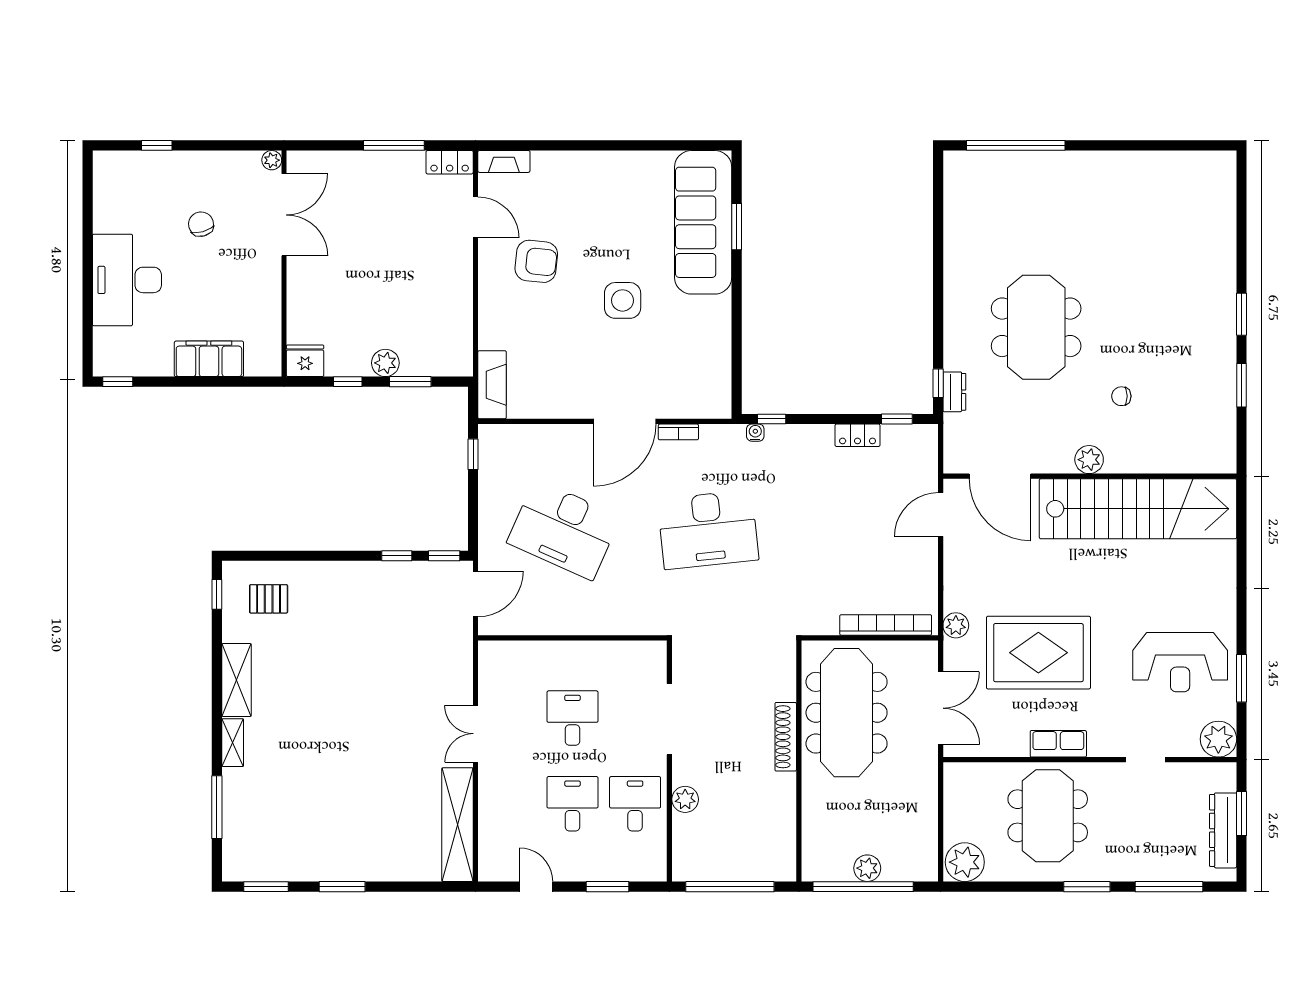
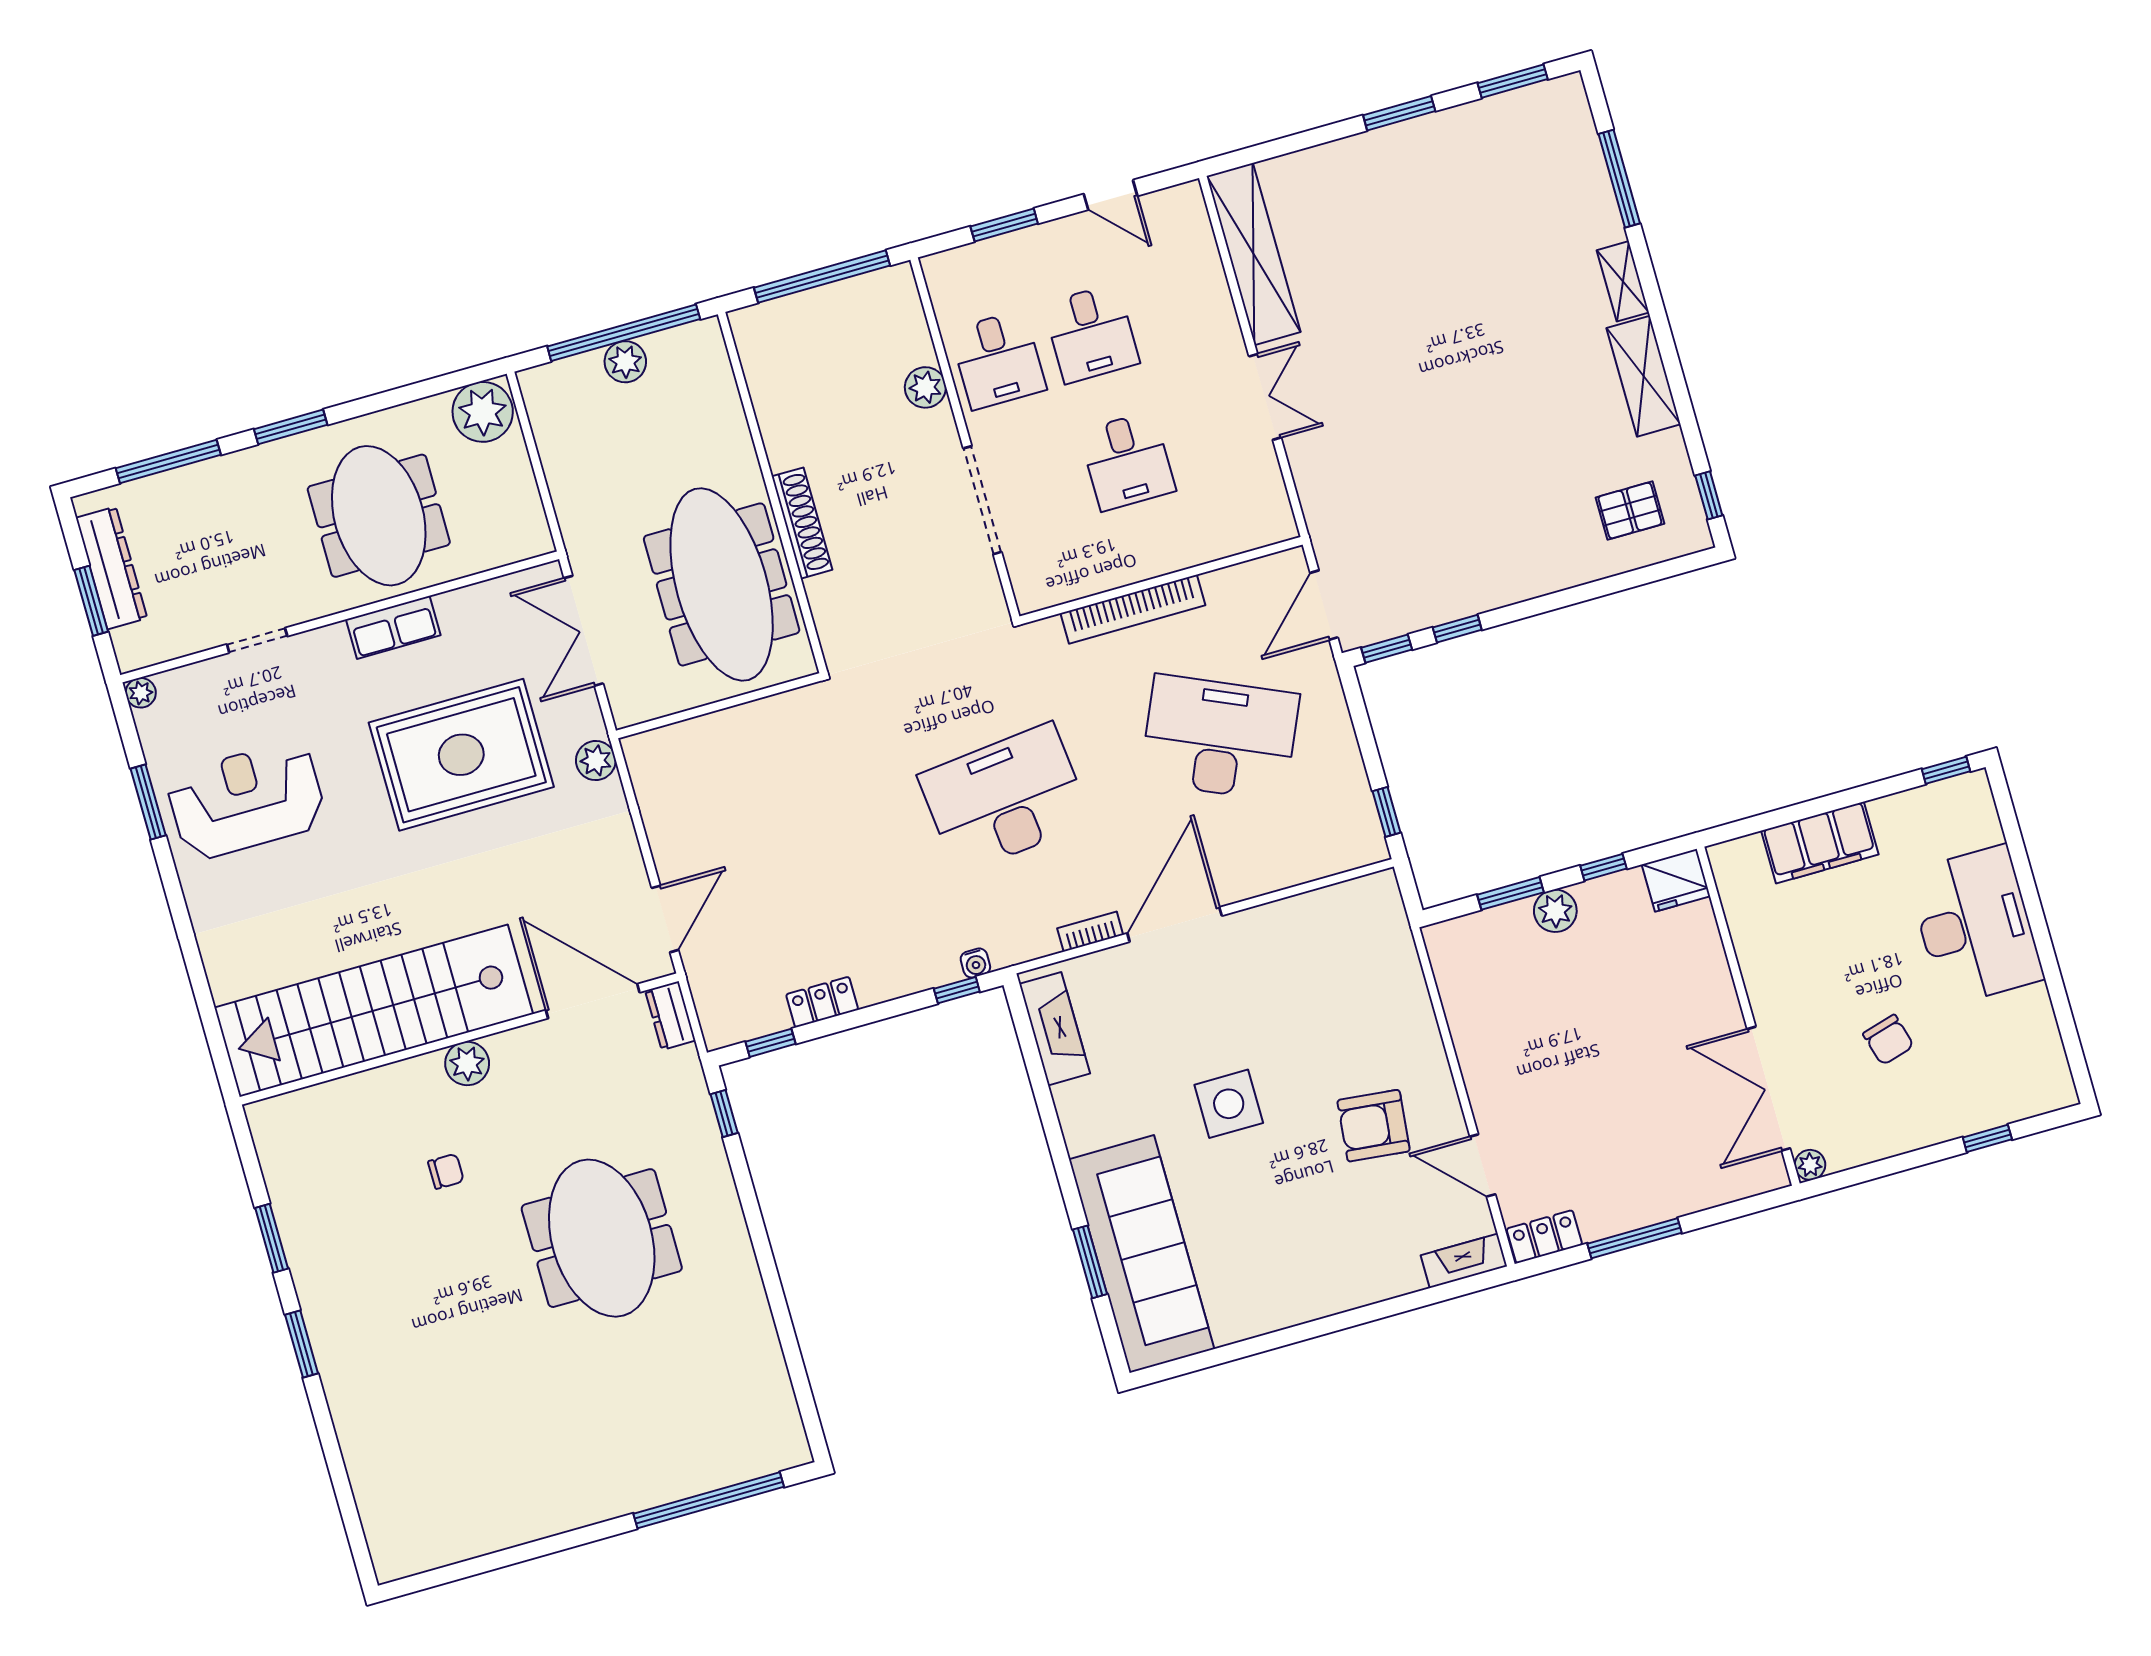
fireplace: (492, 385) -> (1055, 1029), moved, turned 180
dresser: (954, 392) -> (670, 1016), moved
bookcase: (886, 625) -> (1133, 609), moved
plant: (1218, 739) -> (141, 693), width x0.53, depth x0.53

